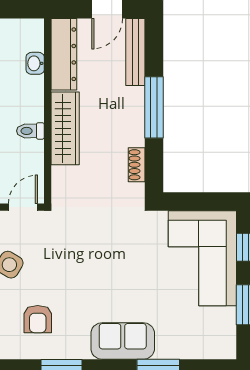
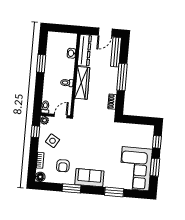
corner sofa: (202, 258) -> (136, 169), moved
sofa: (123, 341) -> (89, 178), moved

